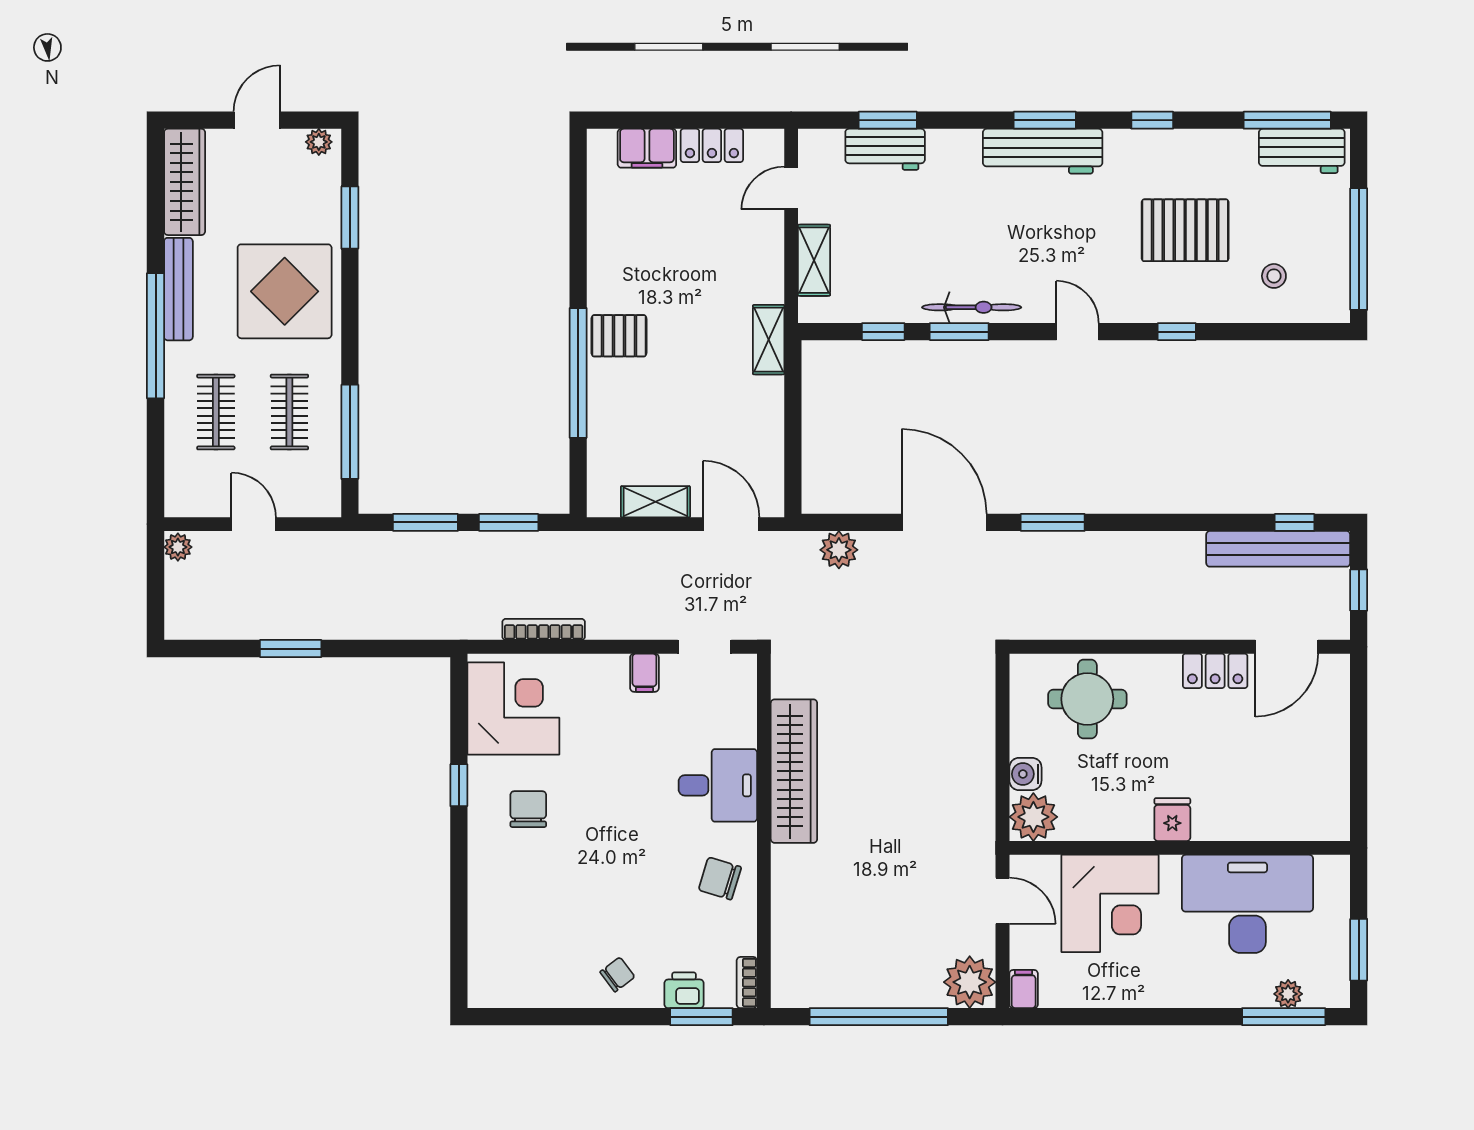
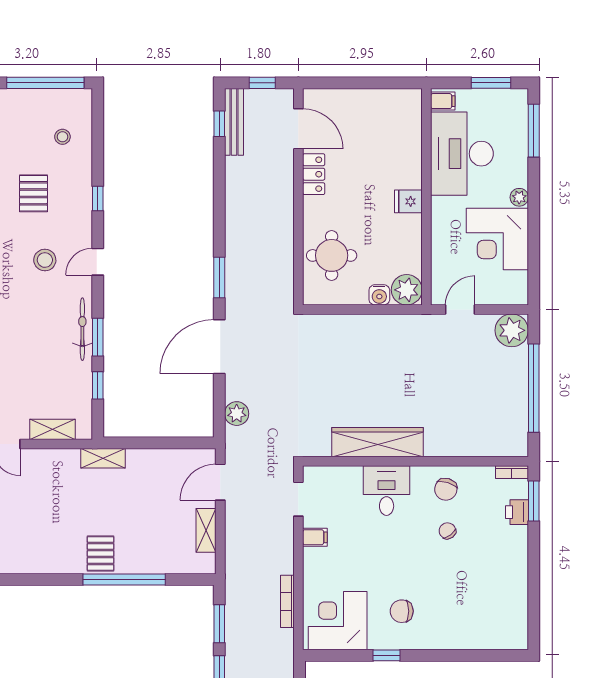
pallet: (1185, 230) -> (33, 193), width x0.67, depth x0.71
stool: (1080, 248) -> (45, 260), added
bench: (1278, 549) -> (234, 122), width x0.73, depth x0.82
corner desk: (1110, 903) -> (497, 239), moved, turned 180
chair: (617, 974) -> (447, 531), moved
filing cabinet: (1024, 989) -> (443, 101), moved, turned 180
plant: (1288, 994) -> (519, 197), moved

